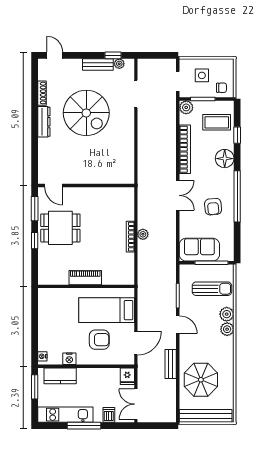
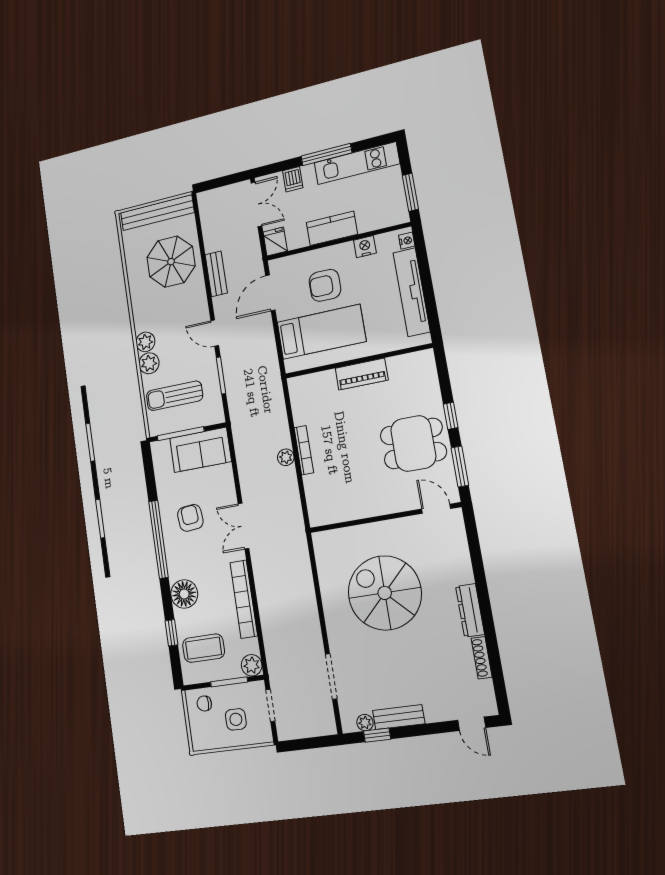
spiral stairs: (86, 113) -> (385, 593), moved
tv unit: (45, 323) -> (412, 292), added
kitchen counter: (60, 376) -> (332, 228), moved

